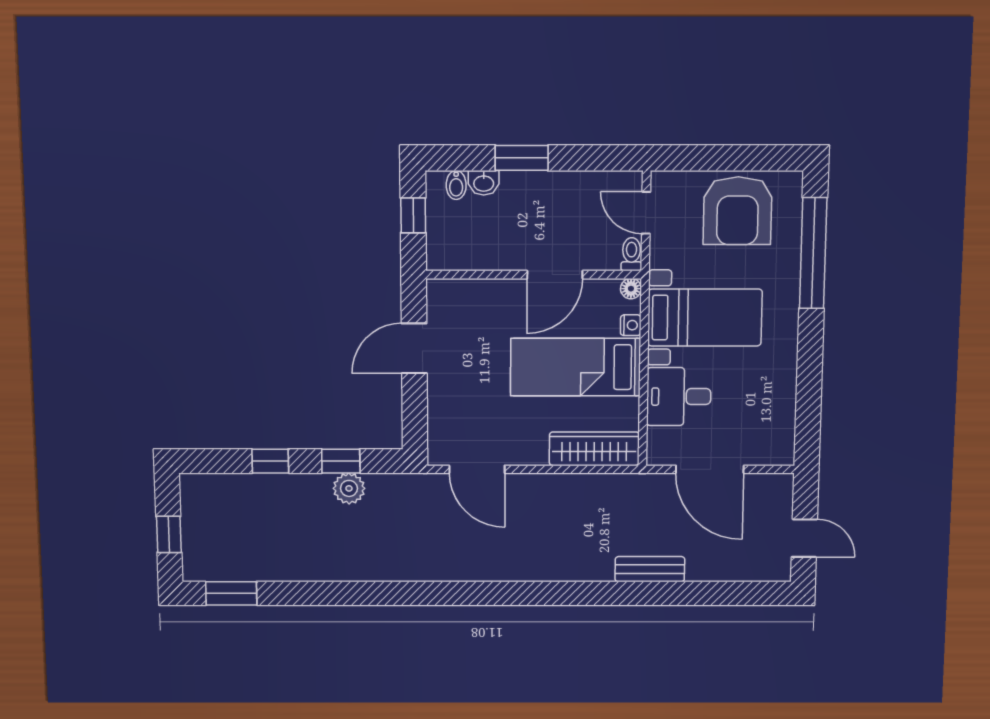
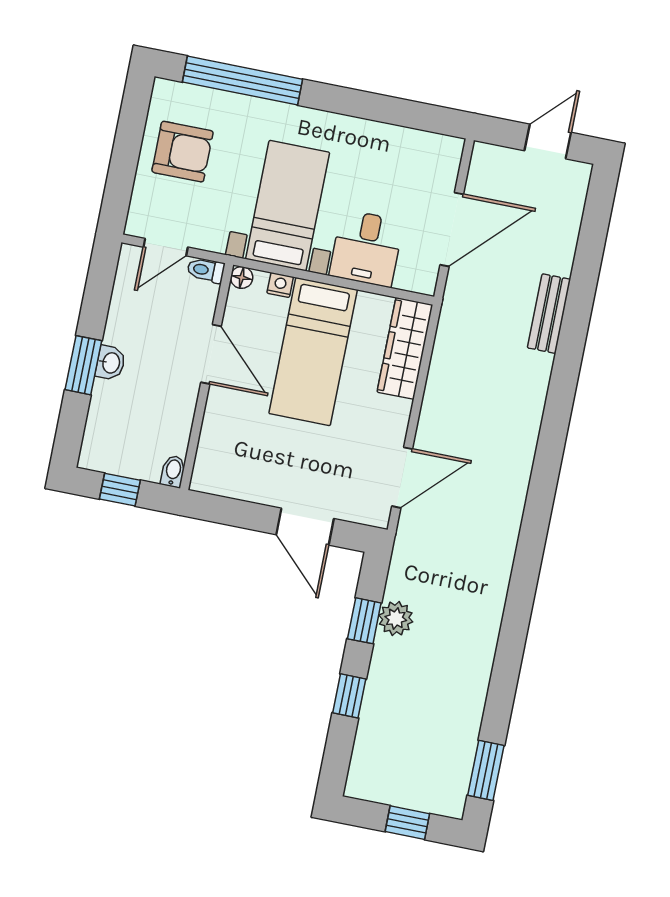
washbasin: (484, 183) -> (110, 363), moved
bidet: (456, 185) -> (173, 471), moved, turned -90
armchair: (738, 211) -> (183, 152), width x0.73, depth x0.73
door: (414, 348) -> (305, 527), moved

